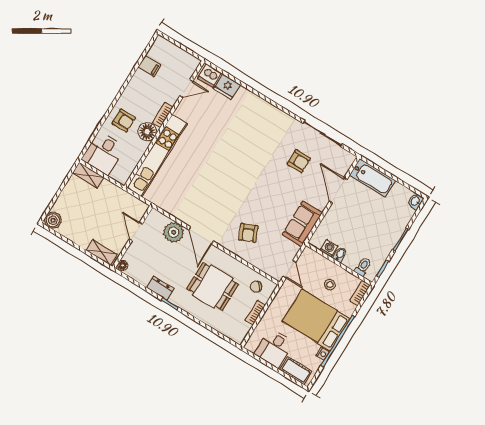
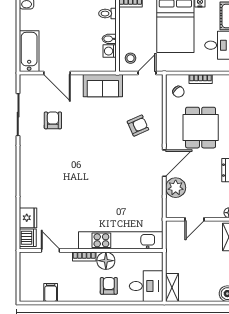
door: (338, 190) -> (57, 73), hinge flipped
stool: (330, 285) -> (130, 58), moved

